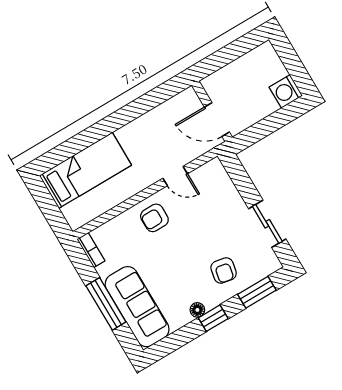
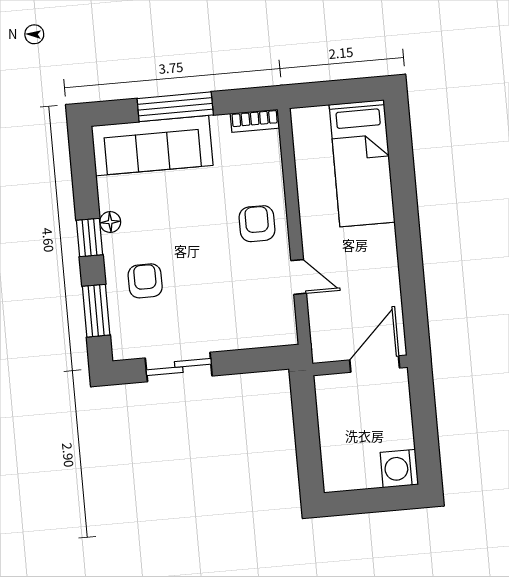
washing machine: (286, 91) -> (399, 469), moved, turned -90
door: (217, 120) -> (375, 364), moved
door: (175, 176) -> (299, 277), swing flipped
armchair: (224, 270) -> (145, 281), turned 79

